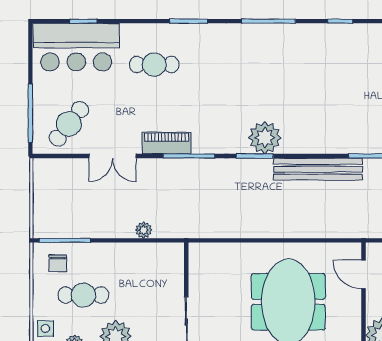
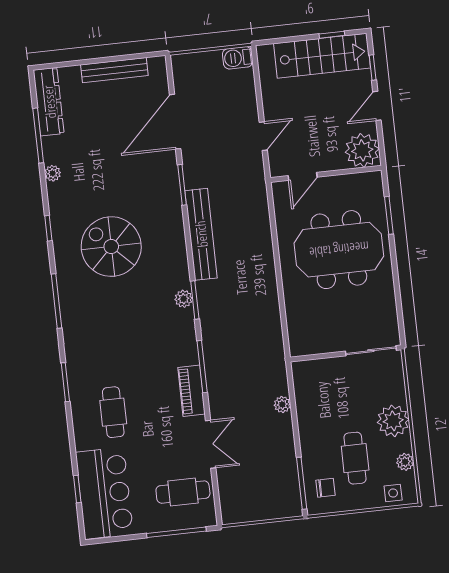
spiral stairs: (316, 80) -> (111, 247), added
cafe table: (69, 124) -> (183, 492), turned -38
plant: (265, 138) -> (184, 299), width x0.53, depth x0.53

